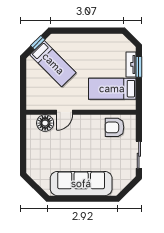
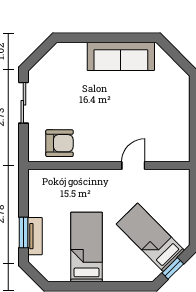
bed: (112, 89) -> (87, 247), moved, turned -90
floor lamp: (45, 123) -> (162, 150), removed
sofa: (81, 184) -> (121, 56), width x0.74, depth x0.79

